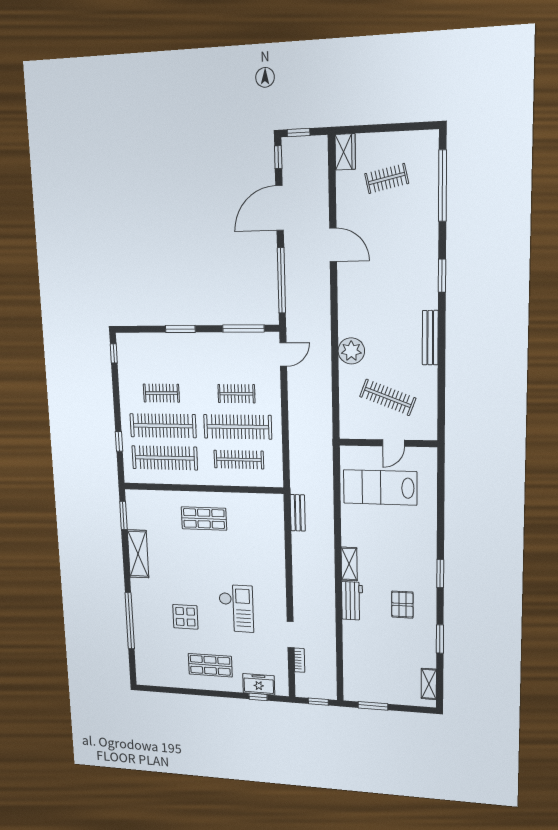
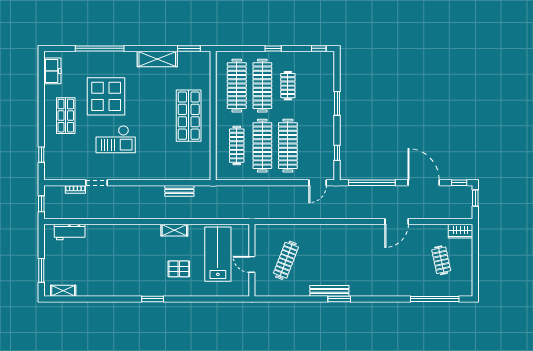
window: (442, 276) -> (339, 299), moved
window: (243, 328) -> (337, 153), width x0.46
plant: (351, 351) -> (320, 234), removed
door: (283, 354) -> (318, 183), hinge flipped
clothes rail: (236, 394) -> (288, 146), width x1.86, depth x1.31
window: (119, 441) -> (273, 48), moved
bench: (298, 513) -> (179, 191), moved
shop shelf: (204, 519) -> (189, 116), width x1.43, depth x1.36
shelving: (349, 564) -> (174, 230), moved
workbench: (352, 601) -> (70, 232), moved
pallet: (402, 605) -> (179, 269), moved
display table: (185, 617) -> (106, 96), width x1.86, depth x1.86
window: (440, 639) -> (100, 299), removed
freezer: (259, 684) -> (52, 71), moved
window: (373, 706) -> (41, 270), moved

